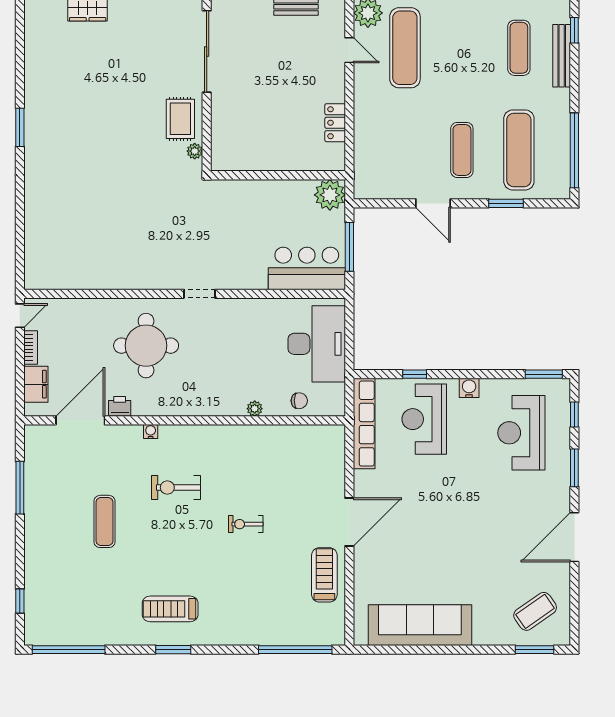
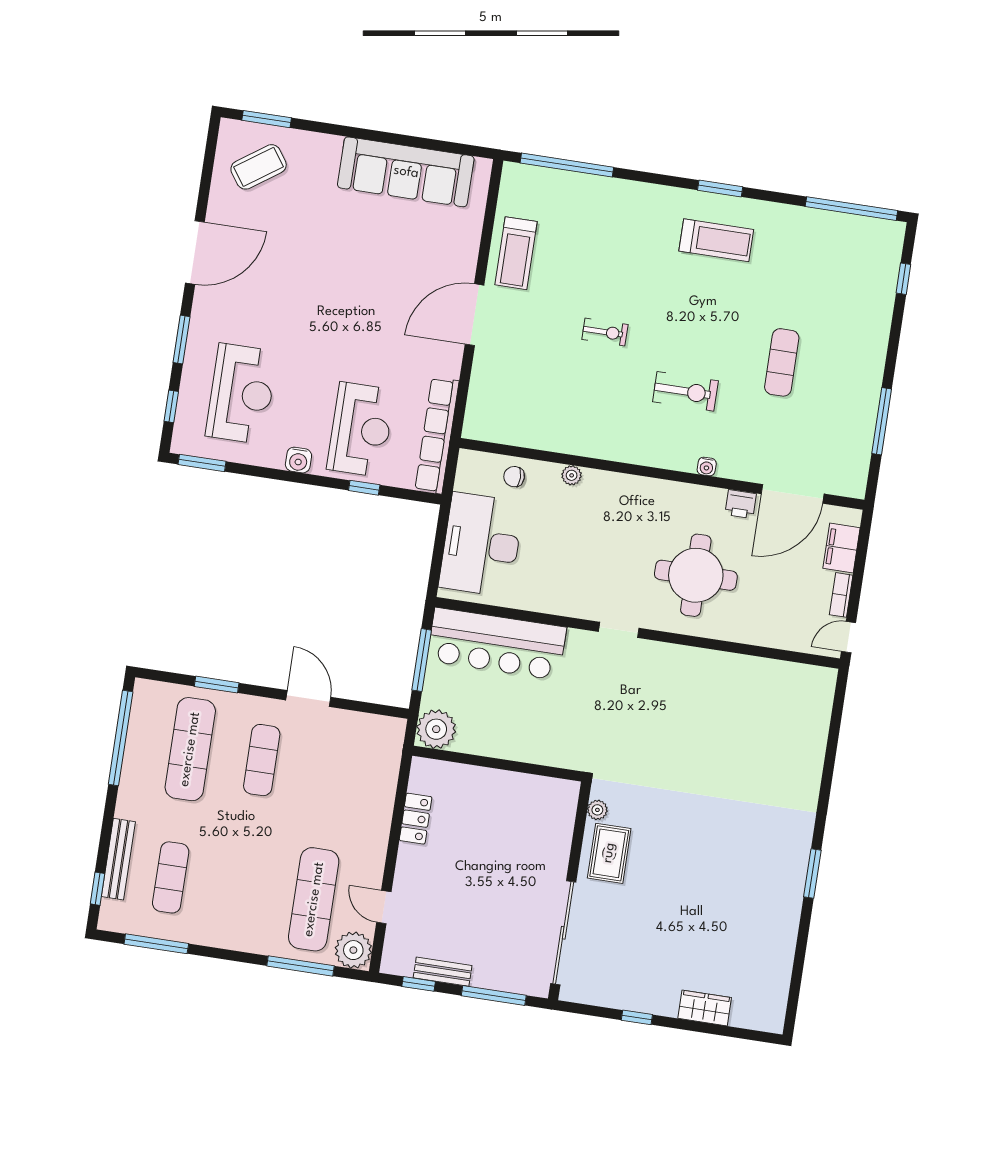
bar counter: (307, 268) -> (497, 644), width x1.36

